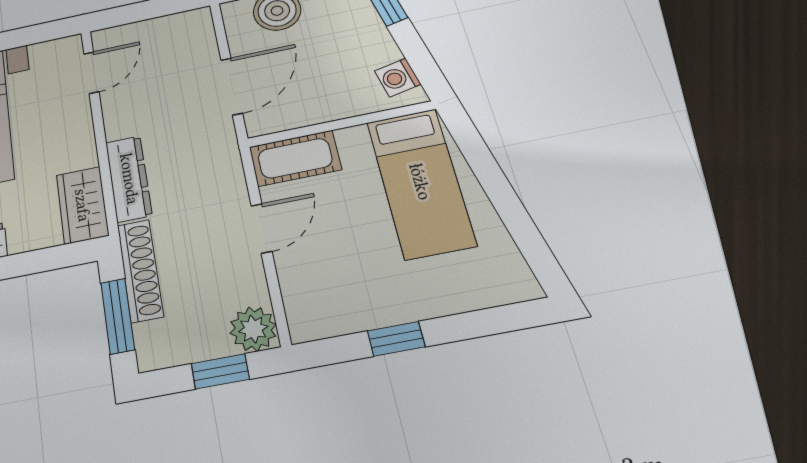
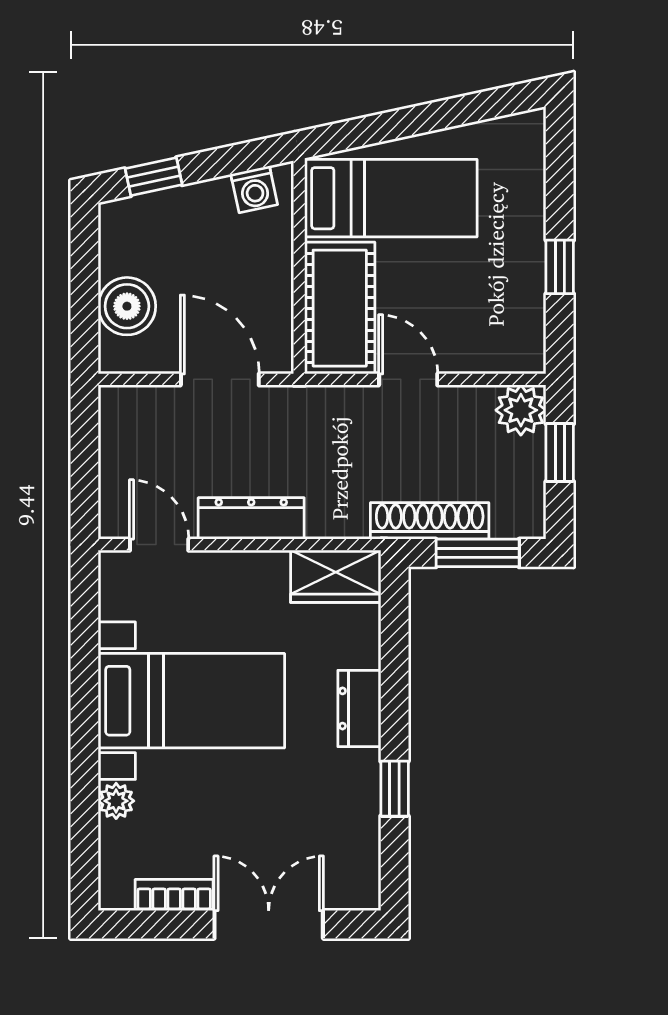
cot: (295, 158) -> (340, 308), width x1.37, depth x1.34
dresser: (129, 179) -> (251, 518), moved

